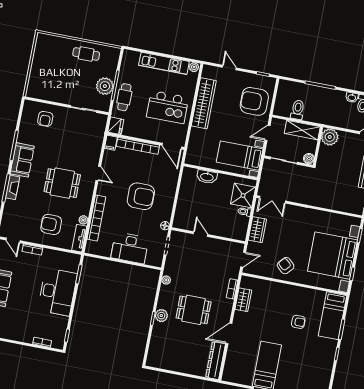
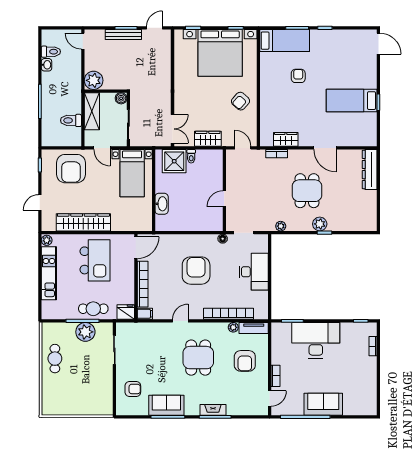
sofa: (22, 160) -> (166, 405), moved
dresser: (216, 361) -> (370, 170), moved, turned 90

